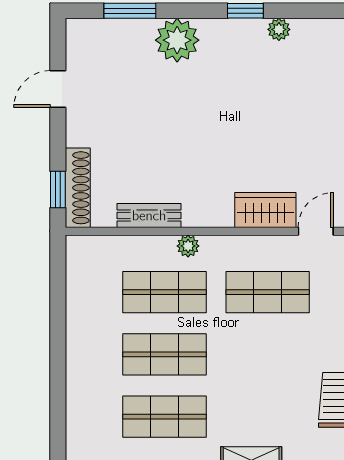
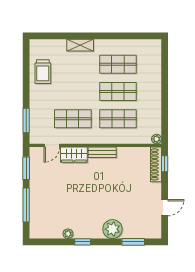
bench: (149, 216) -> (102, 152), moved
plant: (188, 246) -> (157, 139), moved

